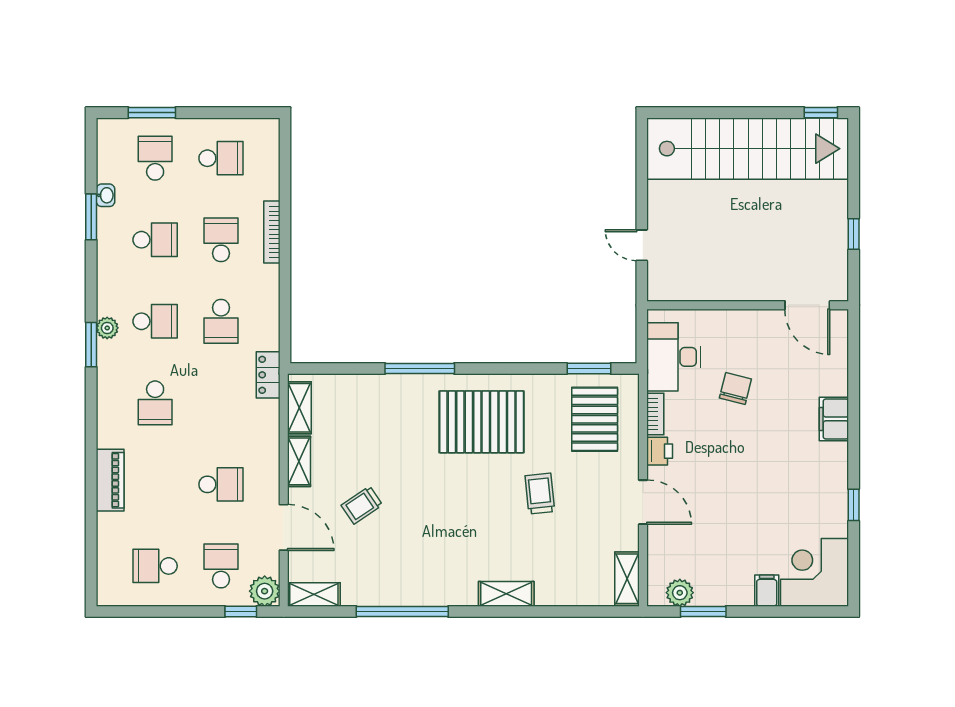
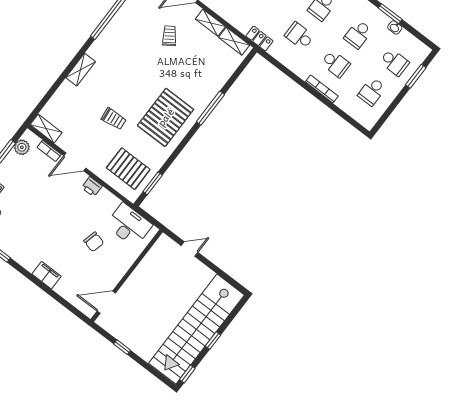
window: (746, 113) -> (213, 341), added
bookcase: (655, 414) -> (49, 151), moved

